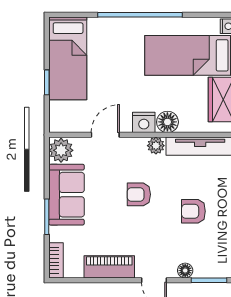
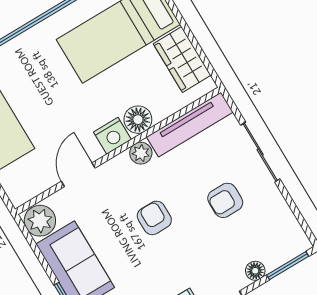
armchair: (139, 194) -> (154, 218), turned 90

